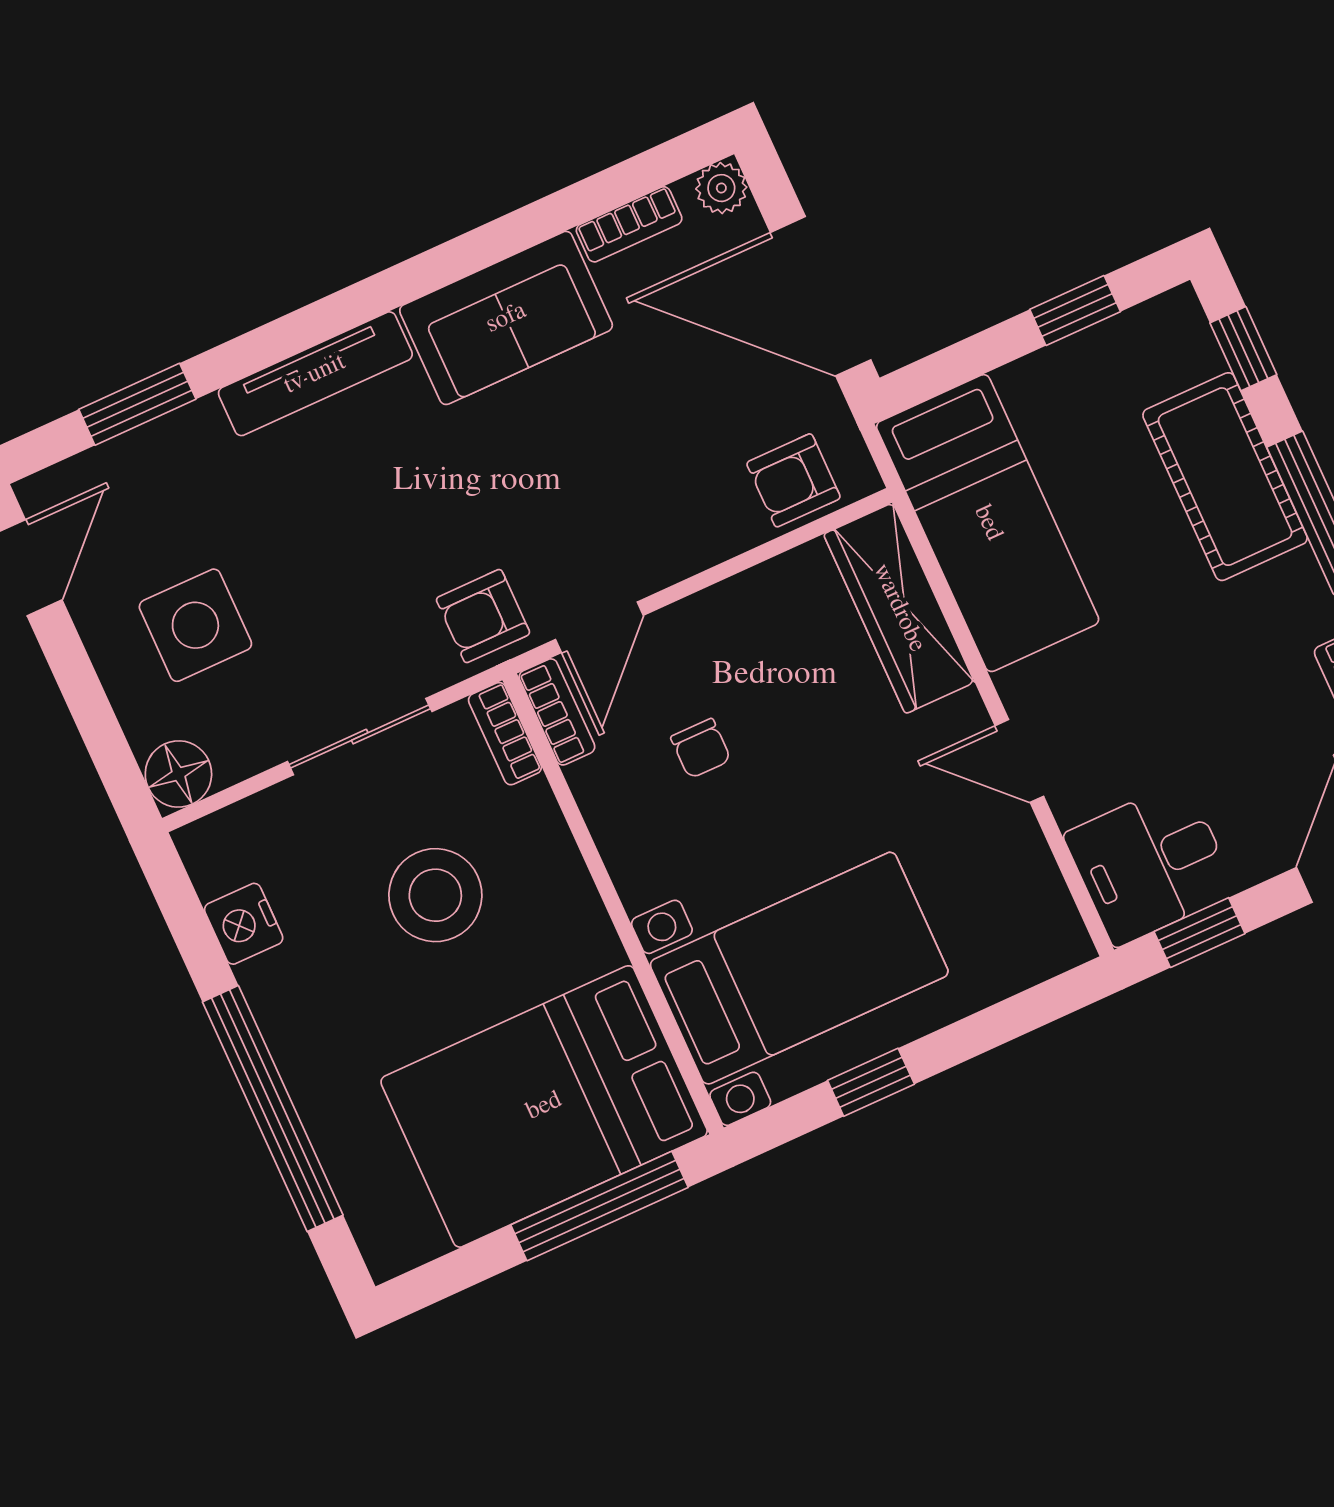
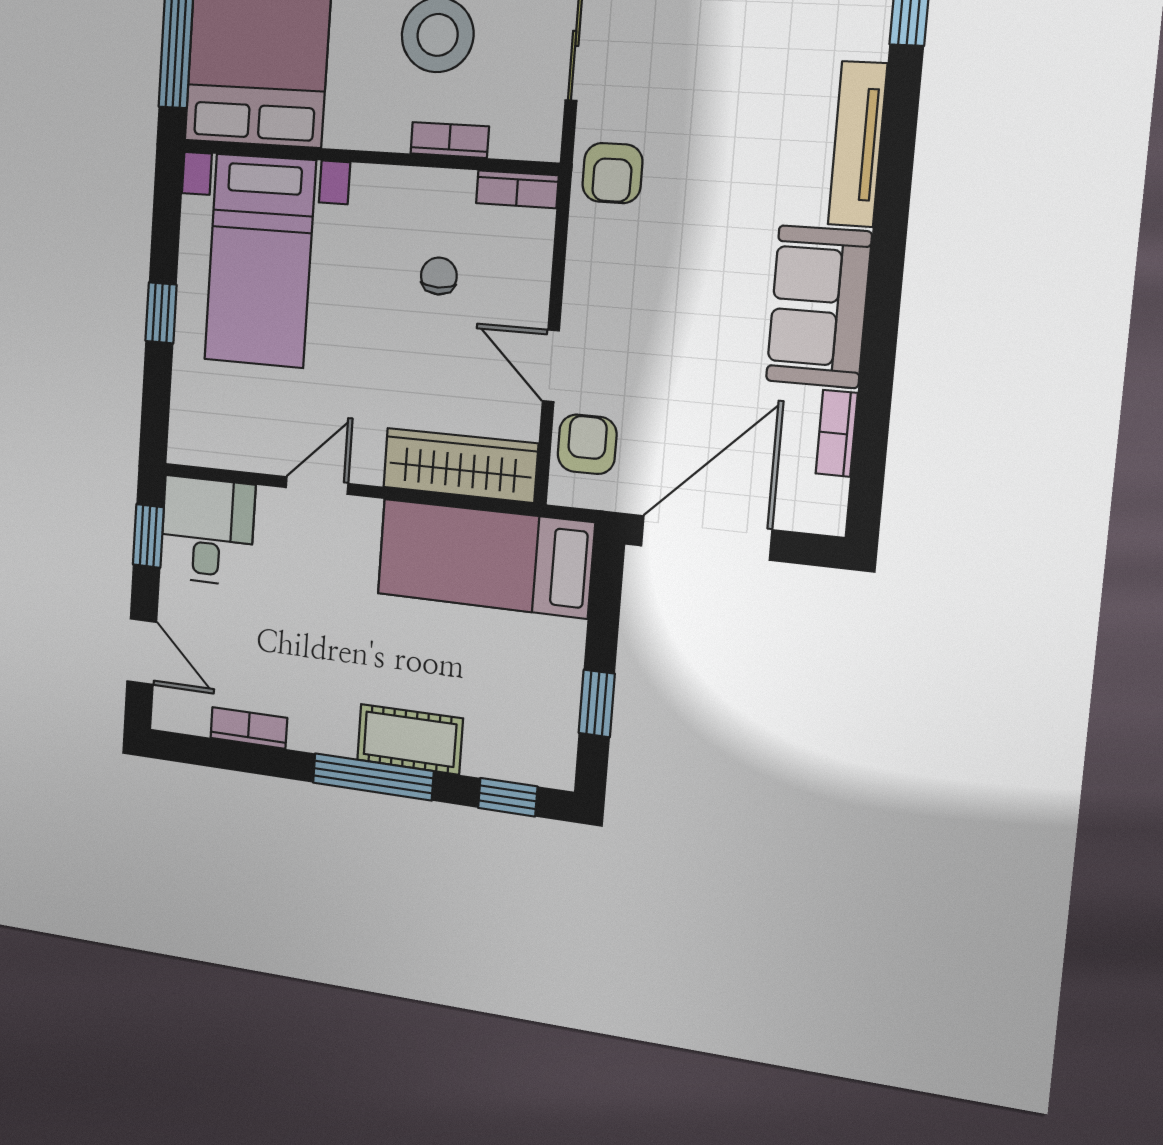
plant: (721, 188) -> (825, 514), removed
cot: (1225, 477) -> (410, 739), width x0.73, depth x0.75
armchair: (483, 616) -> (612, 173), turned 180
door: (599, 627) -> (551, 366), moved
bookcase: (505, 734) -> (450, 140), moved
chair: (701, 748) -> (439, 276), turned 90
window: (871, 1082) -> (161, 313), moved

